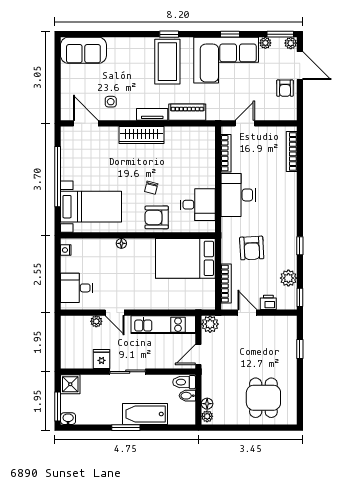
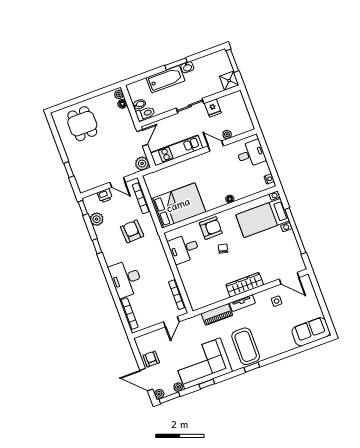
desk: (238, 195) -> (126, 279), moved, turned 180
washbasin: (68, 419) -> (187, 67), moved

